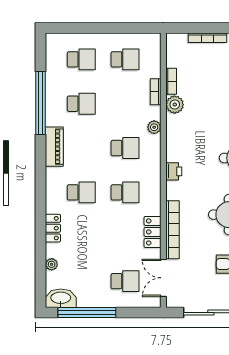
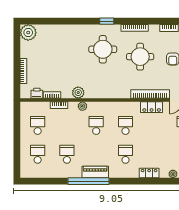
window: (41, 103) -> (89, 181), moved
plant: (175, 105) -> (78, 93), moved
printer: (174, 171) -> (37, 93), moved

